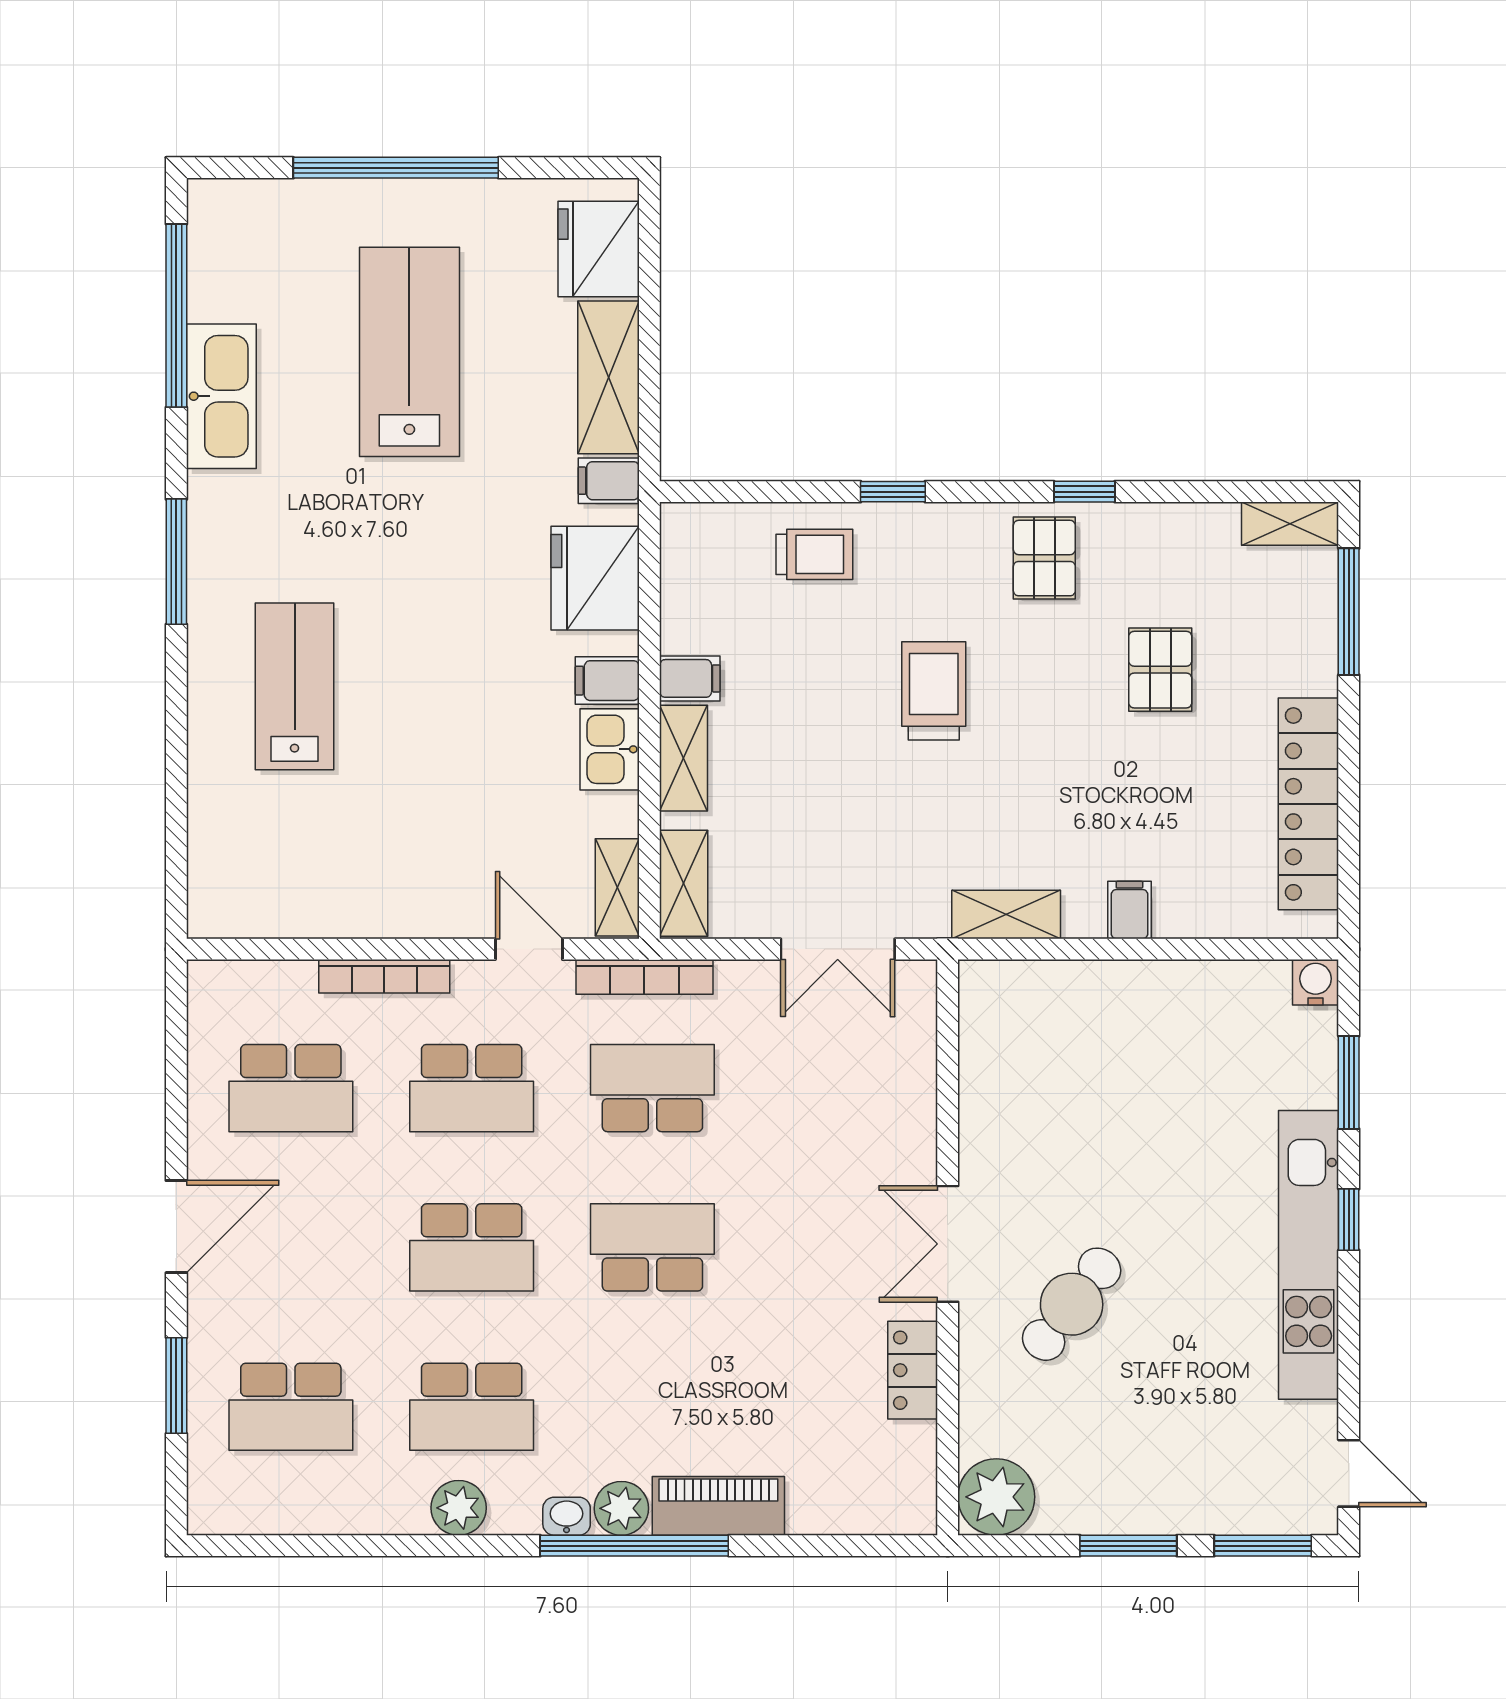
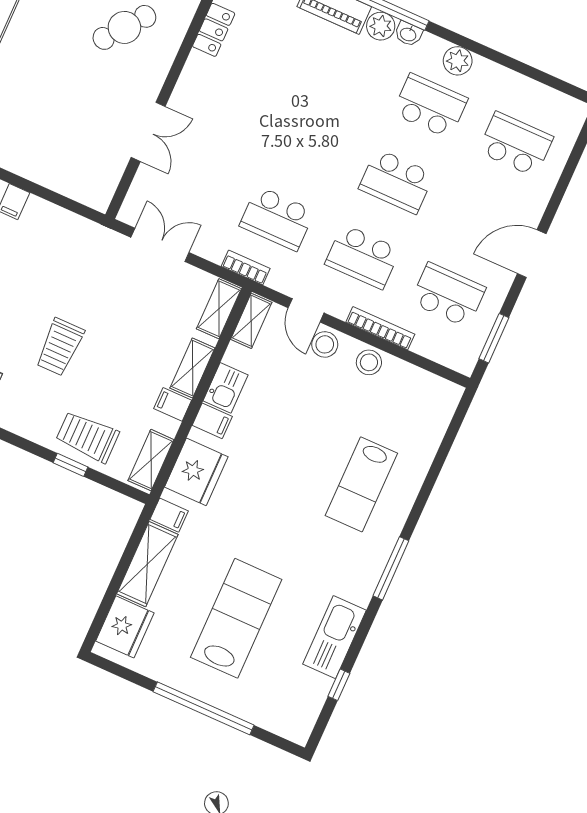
window: (176, 316) -> (339, 685), width x0.32
lab bench: (409, 352) -> (236, 618), turned 180
window: (893, 492) -> (71, 465), moved
trolley: (814, 554) -> (87, 437), width x1.36, depth x1.39
stool: (469, 904) -> (325, 344), added
stool: (377, 907) -> (369, 362), added
shelving: (1006, 915) -> (151, 460), moved, turned 90
bookcase: (644, 977) -> (246, 267), width x0.64
school desk: (472, 1088) -> (363, 257), turned 180
double door: (948, 1244) -> (148, 132), moved
school desk: (472, 1247) -> (396, 181), turned 180
school desk: (652, 1247) -> (311, 143), removed
window: (176, 1386) -> (494, 338), moved

